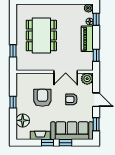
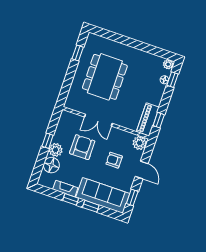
piano: (87, 39) -> (148, 119), moved
window: (13, 51) -> (78, 53), moved
double door: (66, 72) -> (98, 120), moved
plant: (22, 107) -> (56, 150), added

